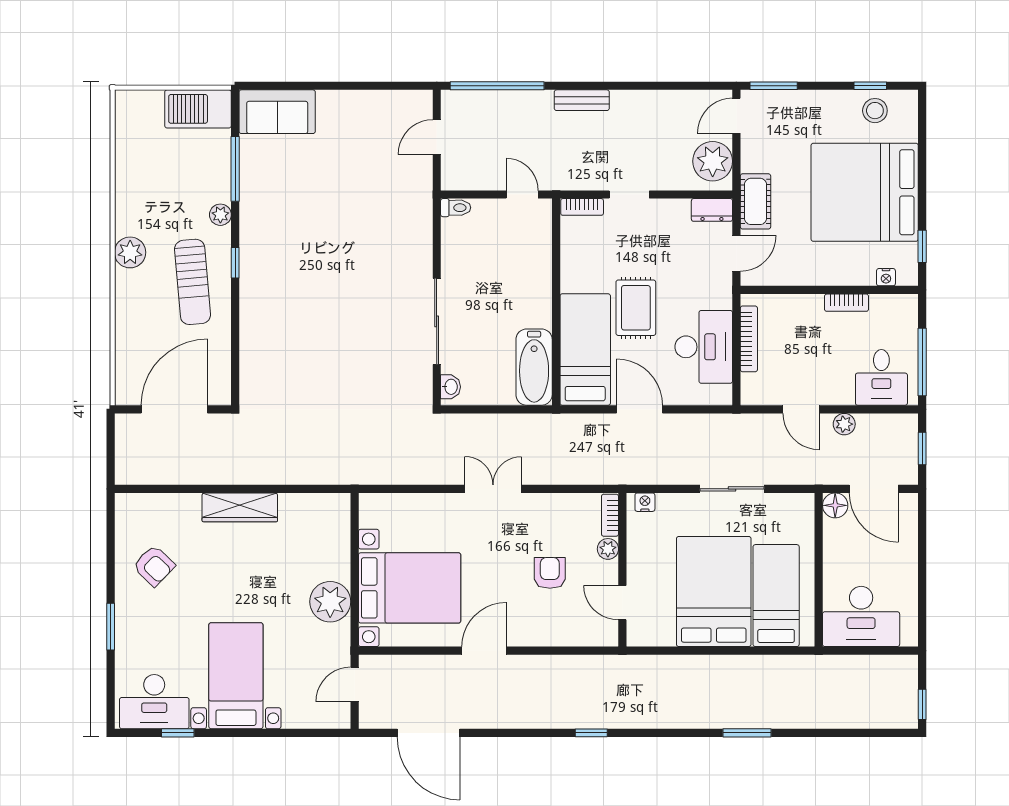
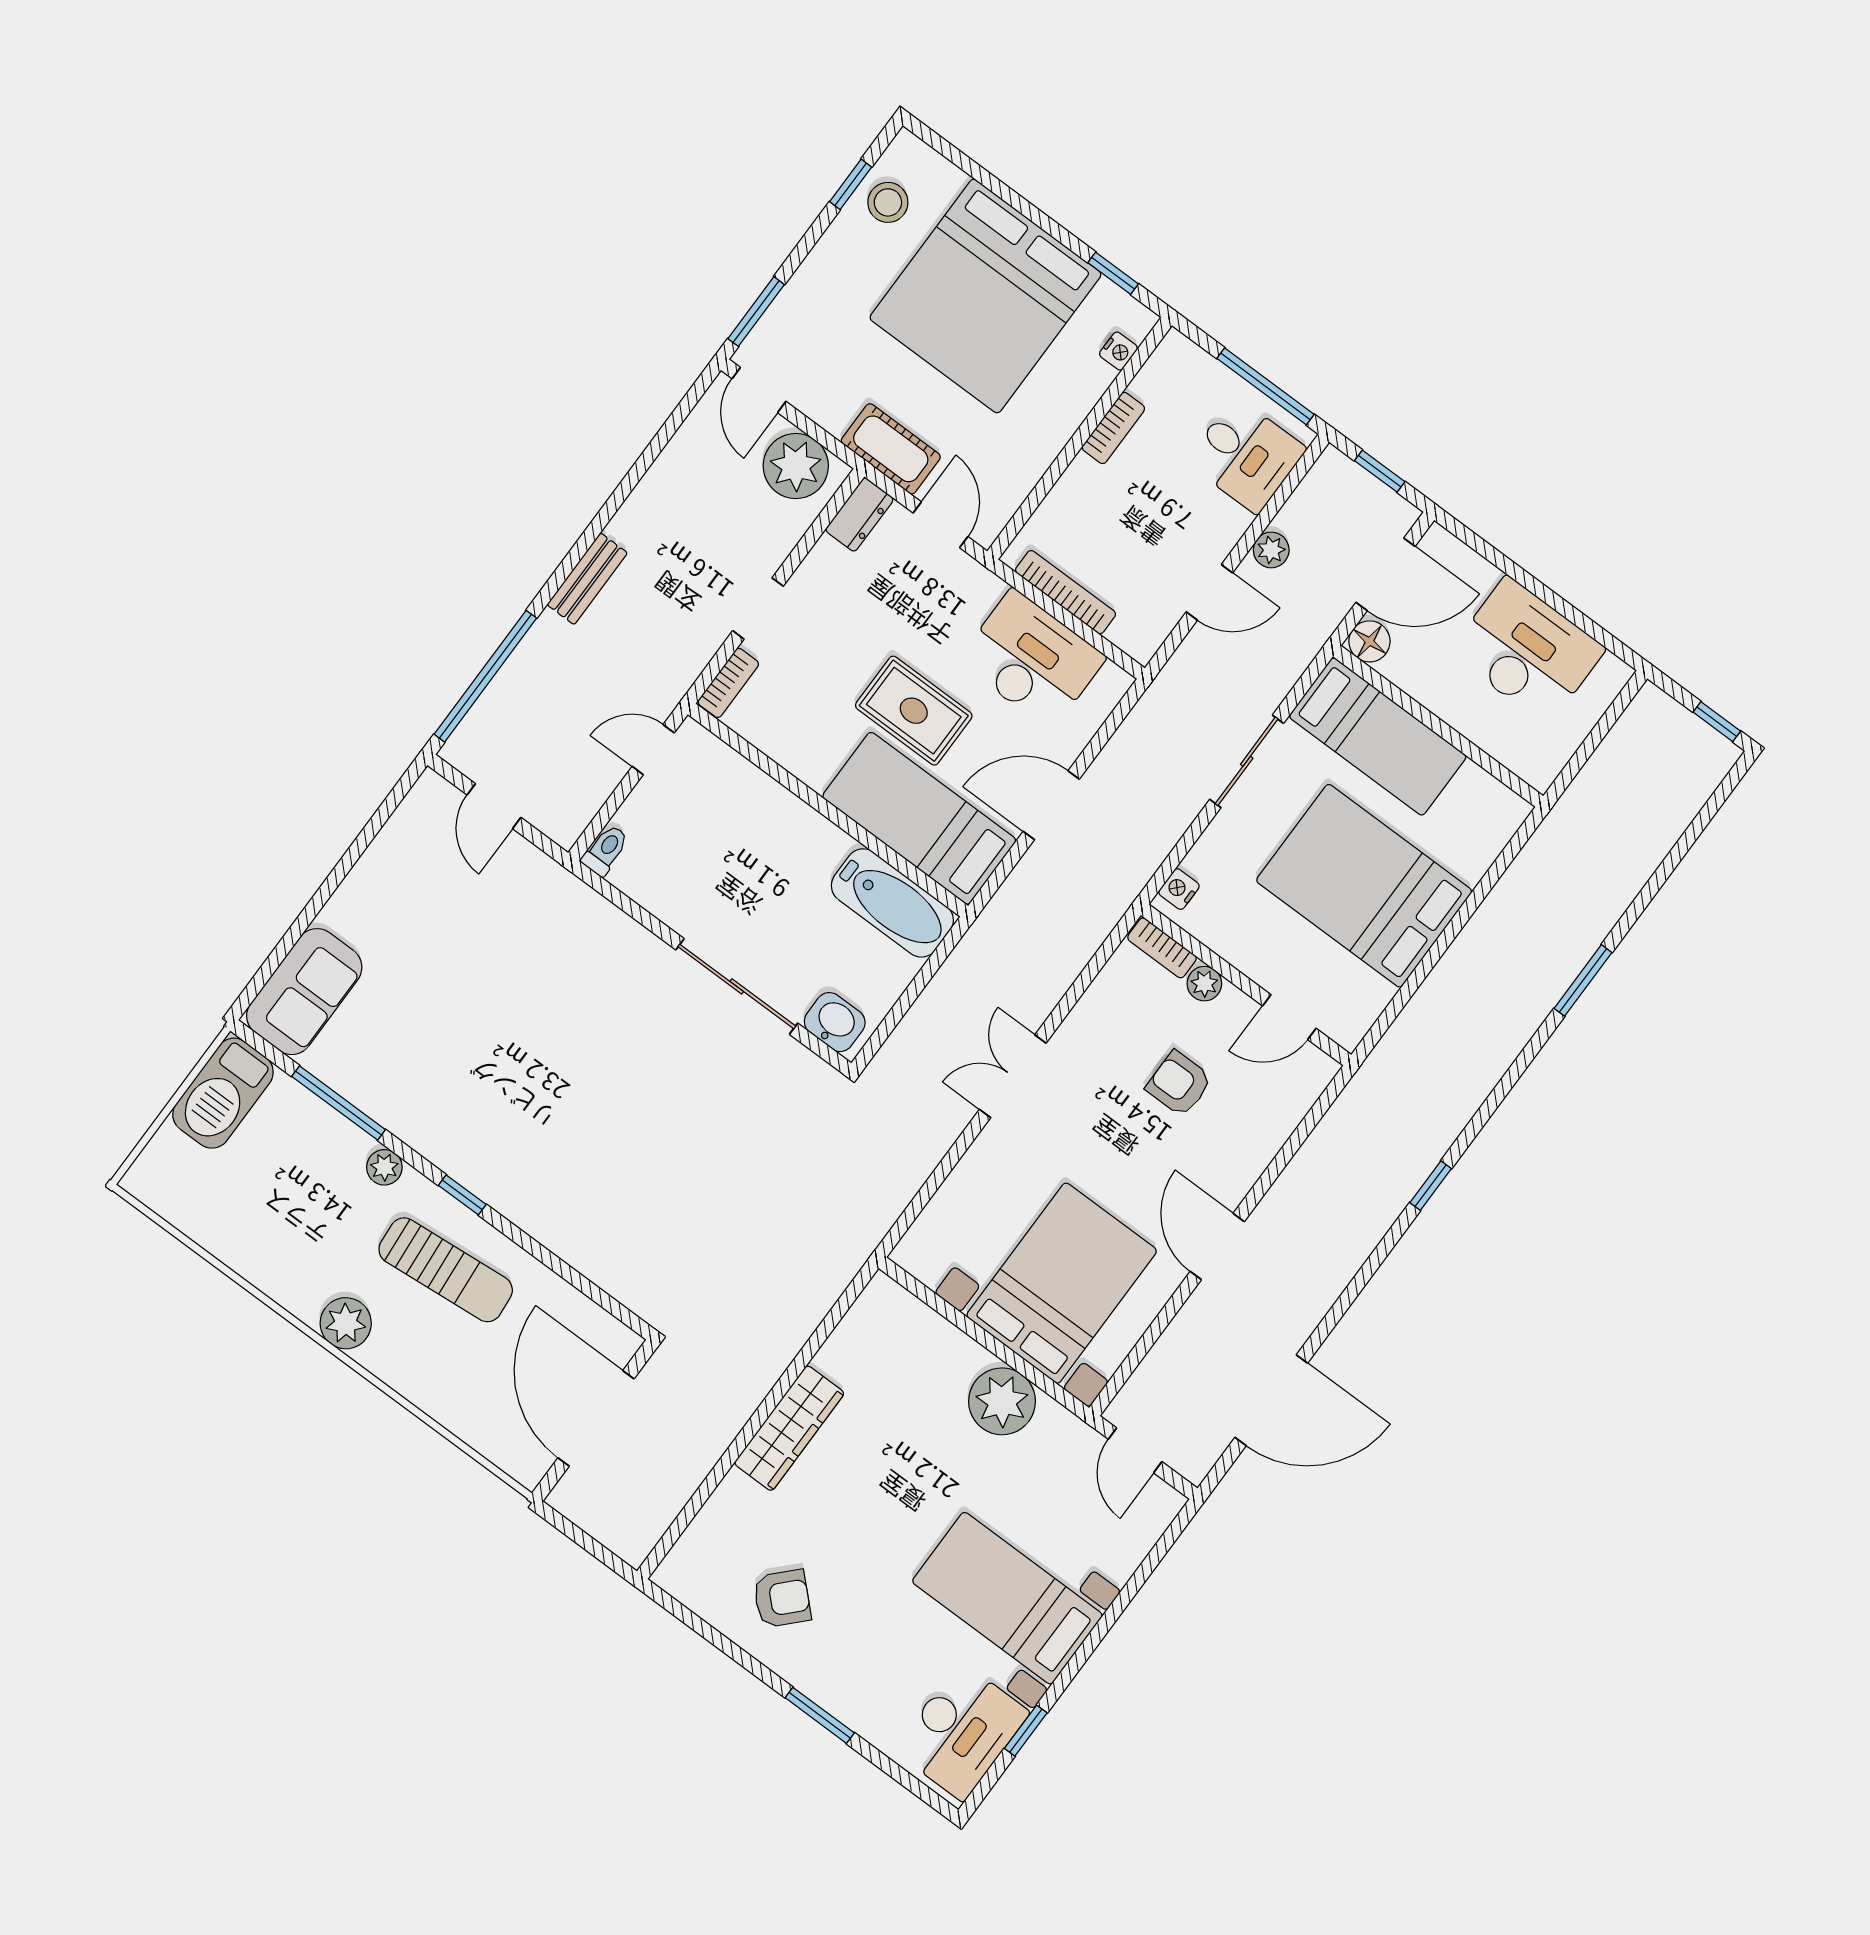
washbasin: (450, 387) -> (835, 1022), width x1.38, depth x1.45
bed: (776, 596) -> (1378, 736), moved, turned 180
desk: (861, 616) -> (1527, 651), moved, turned -90

